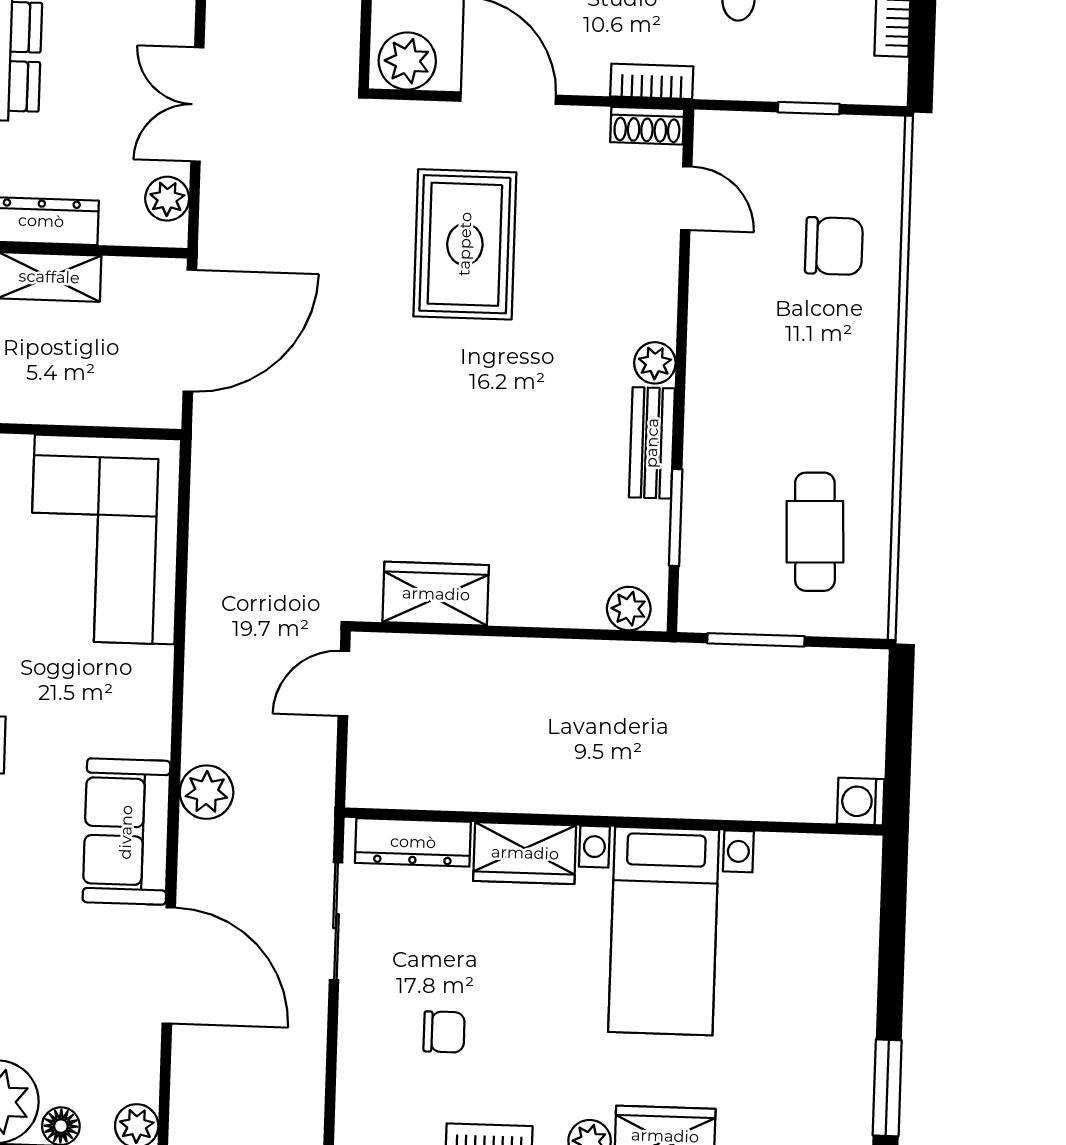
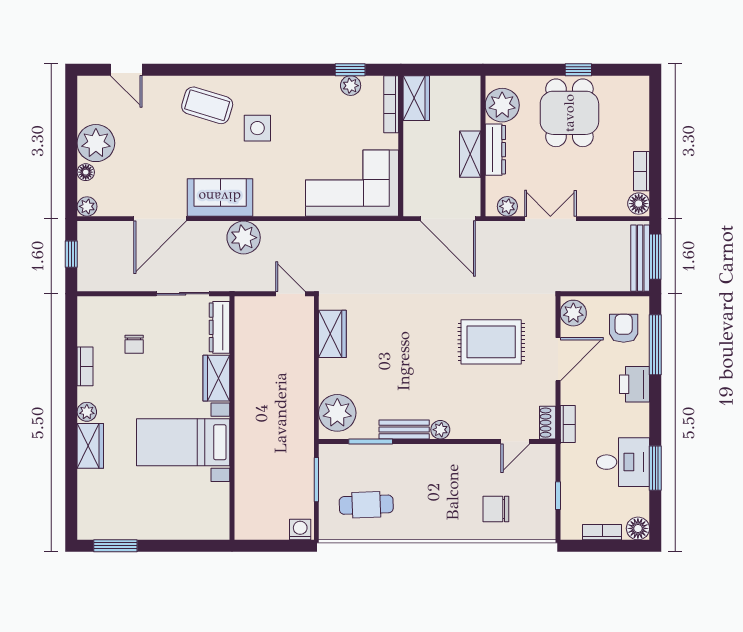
chair: (834, 246) -> (496, 509), turned 90
plant: (629, 609) -> (337, 413), width x1.88, depth x1.88
plant: (207, 792) -> (244, 238), width x1.36, depth x1.36
washing machine: (861, 801) -> (300, 529), moved

